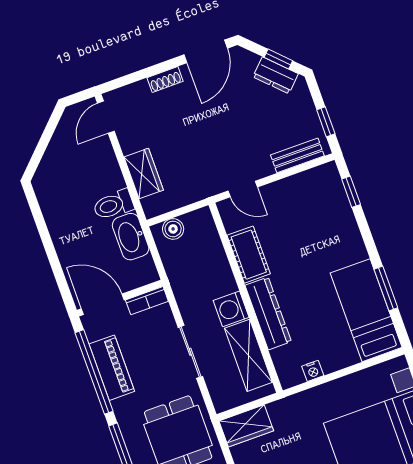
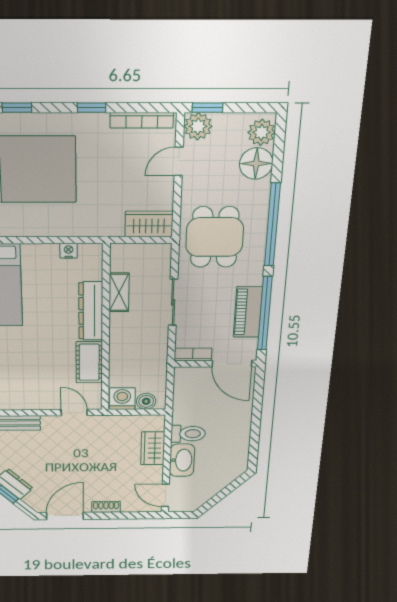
door: (106, 117) -> (165, 496), swing flipped
washbasin: (131, 237) -> (182, 460), moved
washing machine: (231, 309) -> (122, 399), moved, turned -90
shelving: (248, 355) -> (119, 292), width x0.67, depth x0.75

